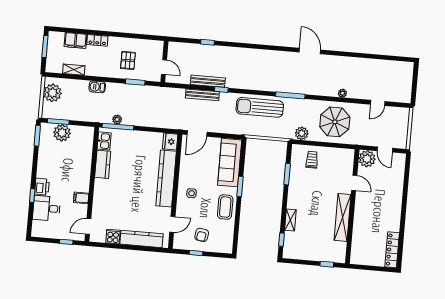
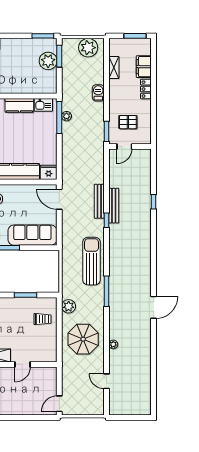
wall: (164, 62) -> (130, 147), moved
door: (164, 67) -> (124, 147), moved
door: (385, 150) -> (59, 404), moved
plant: (367, 159) -> (48, 375), removed

